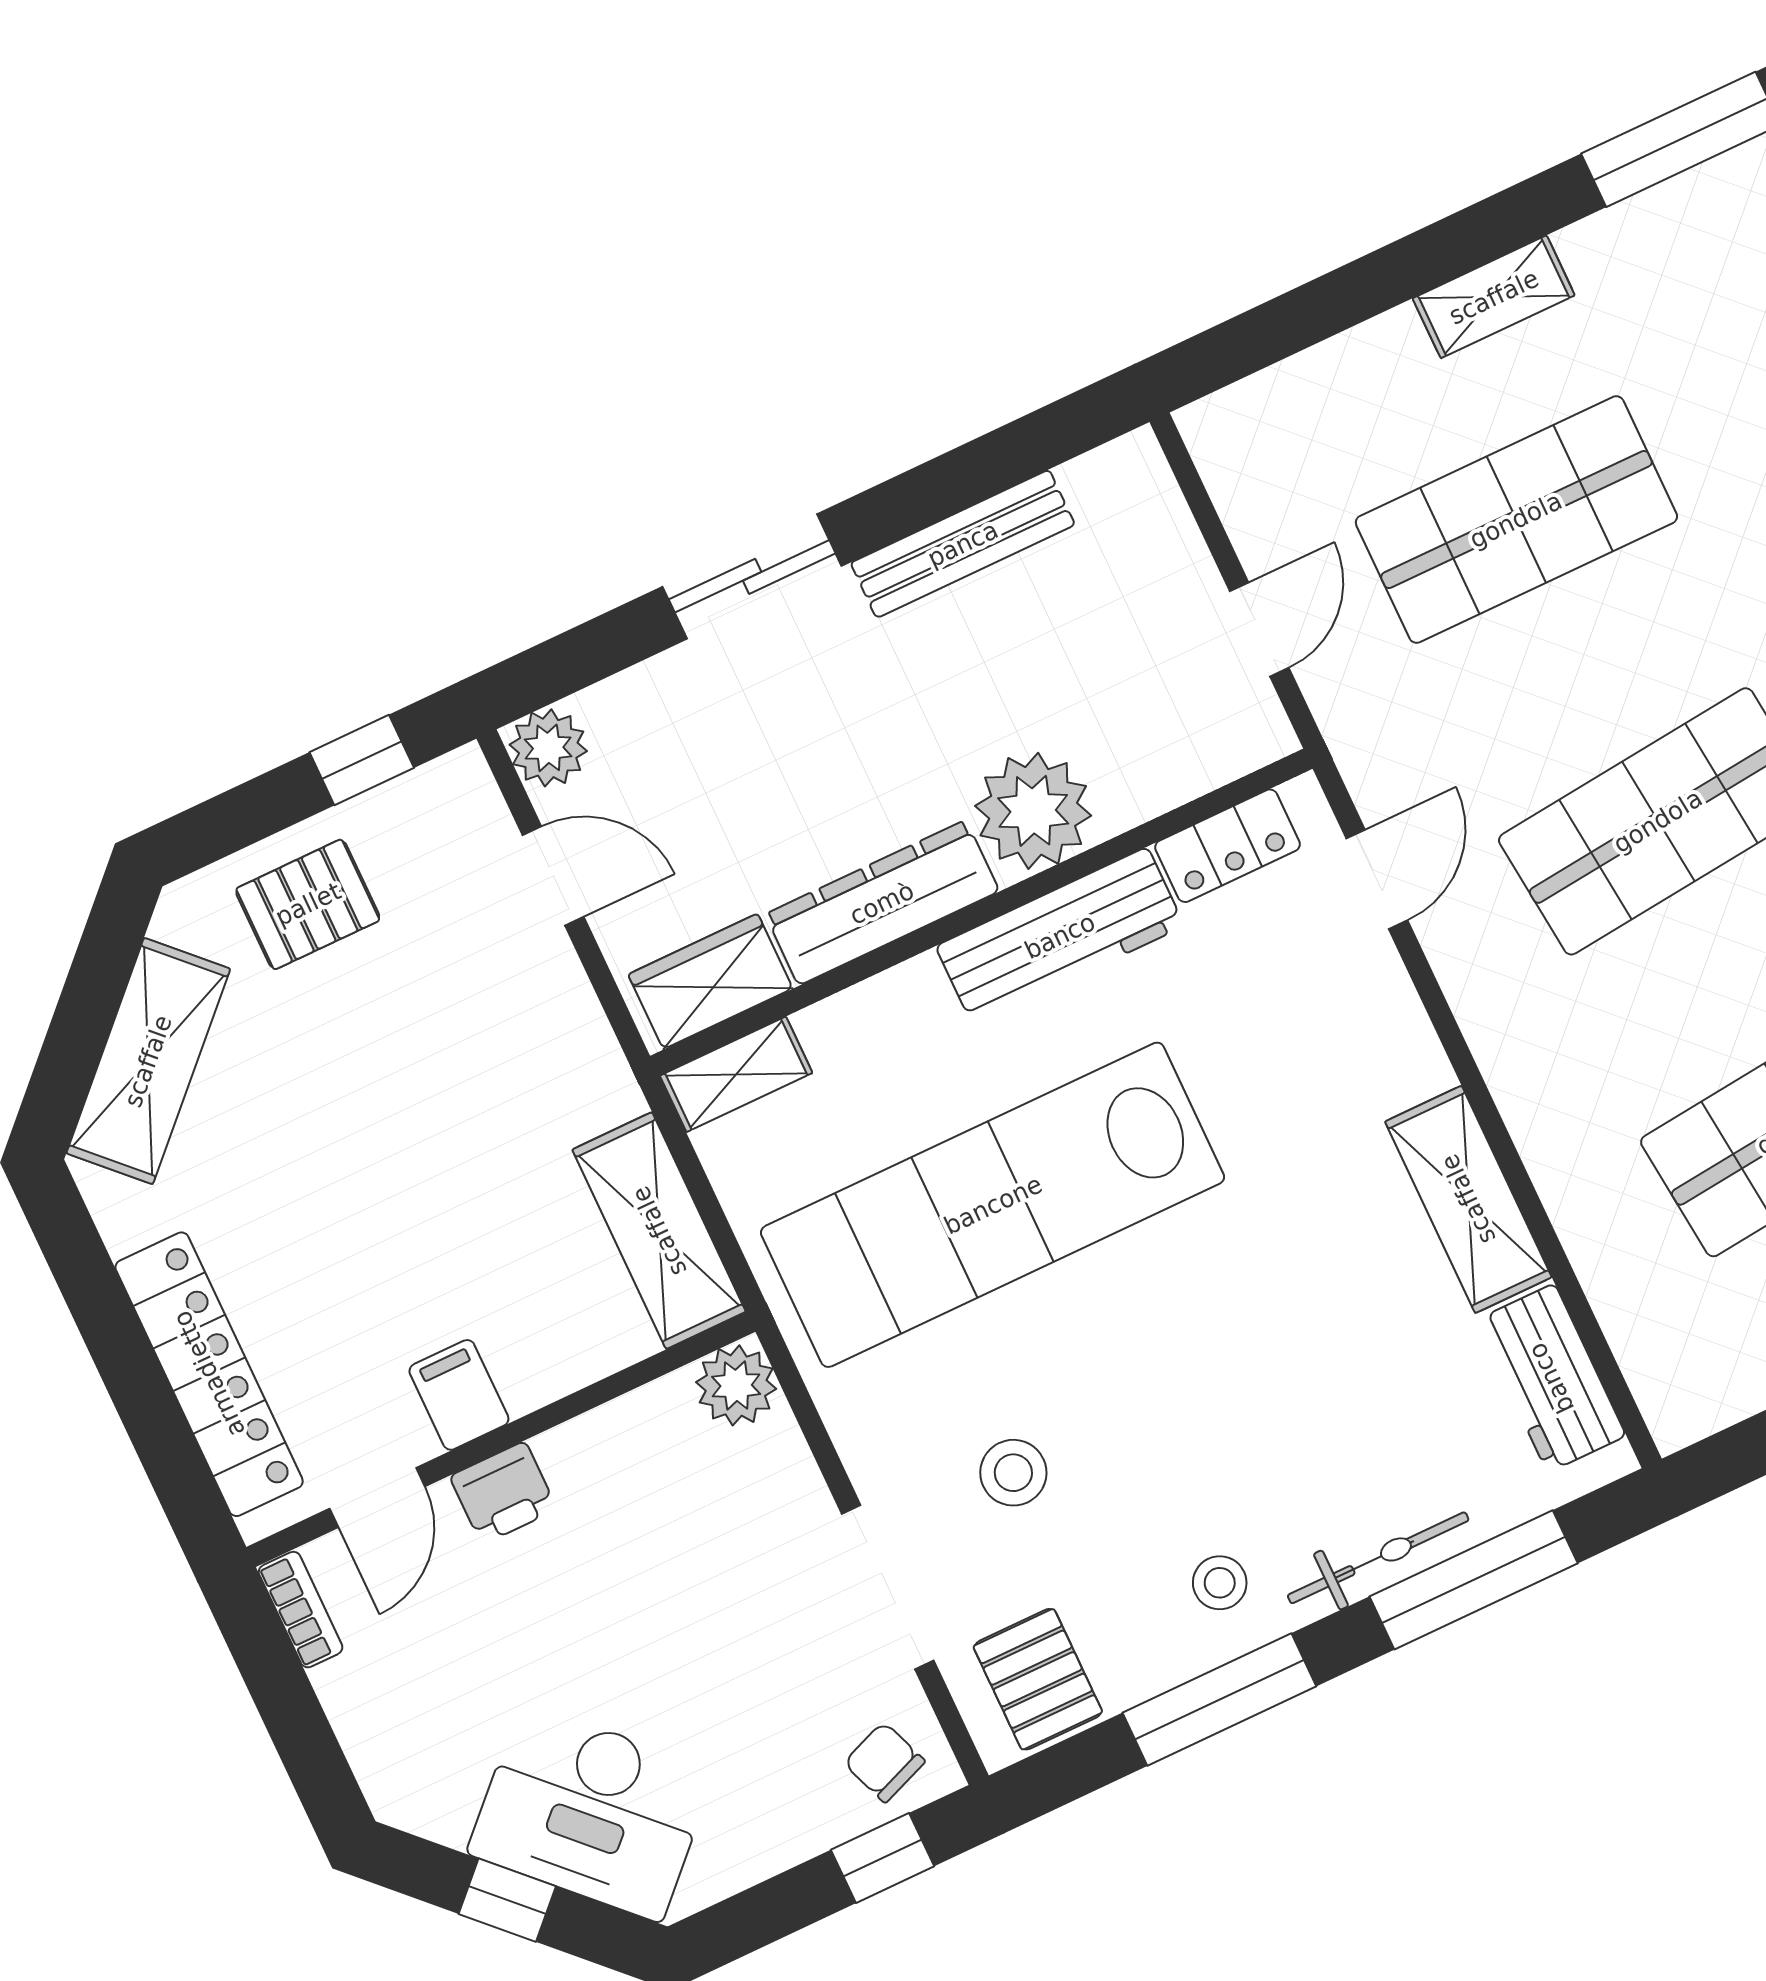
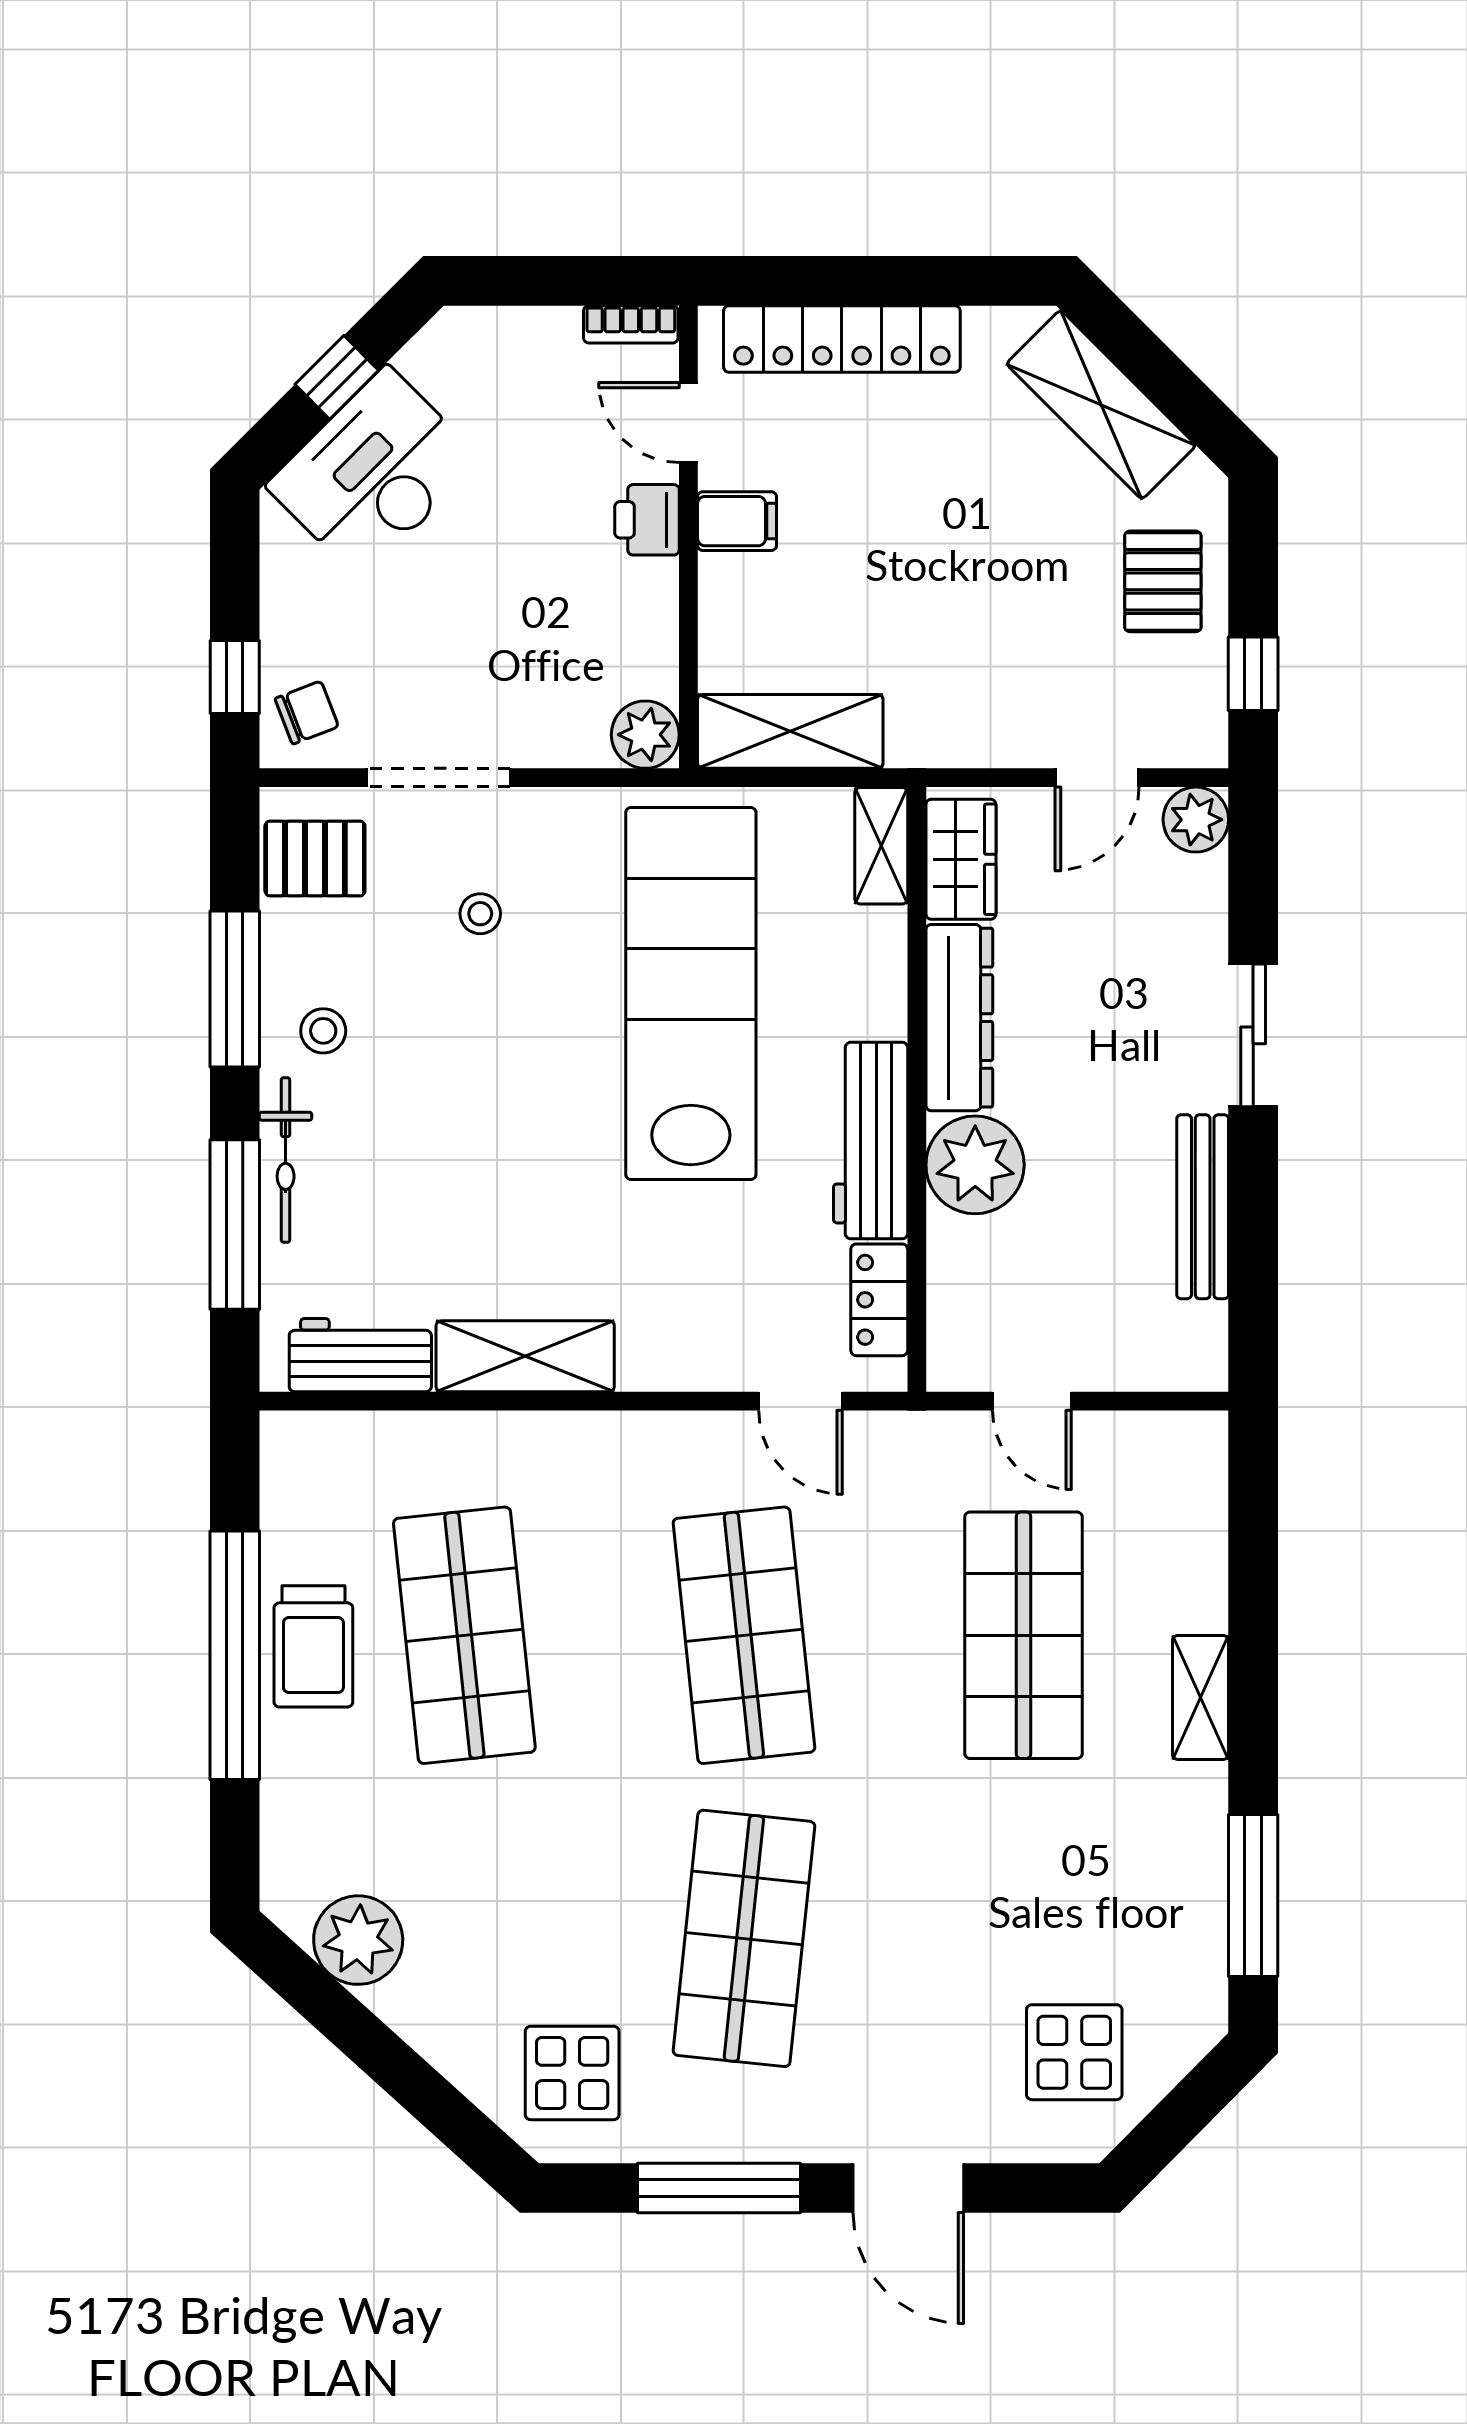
stool: (1013, 1473) -> (480, 914), width x0.73, depth x0.73

